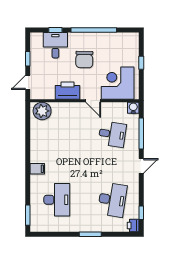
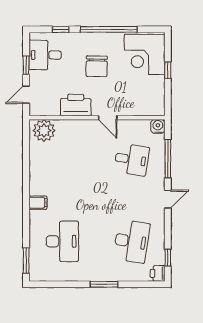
desk: (55, 45) -> (45, 55), moved, turned -90
corner desk: (118, 83) -> (145, 54), moved, turned -90

